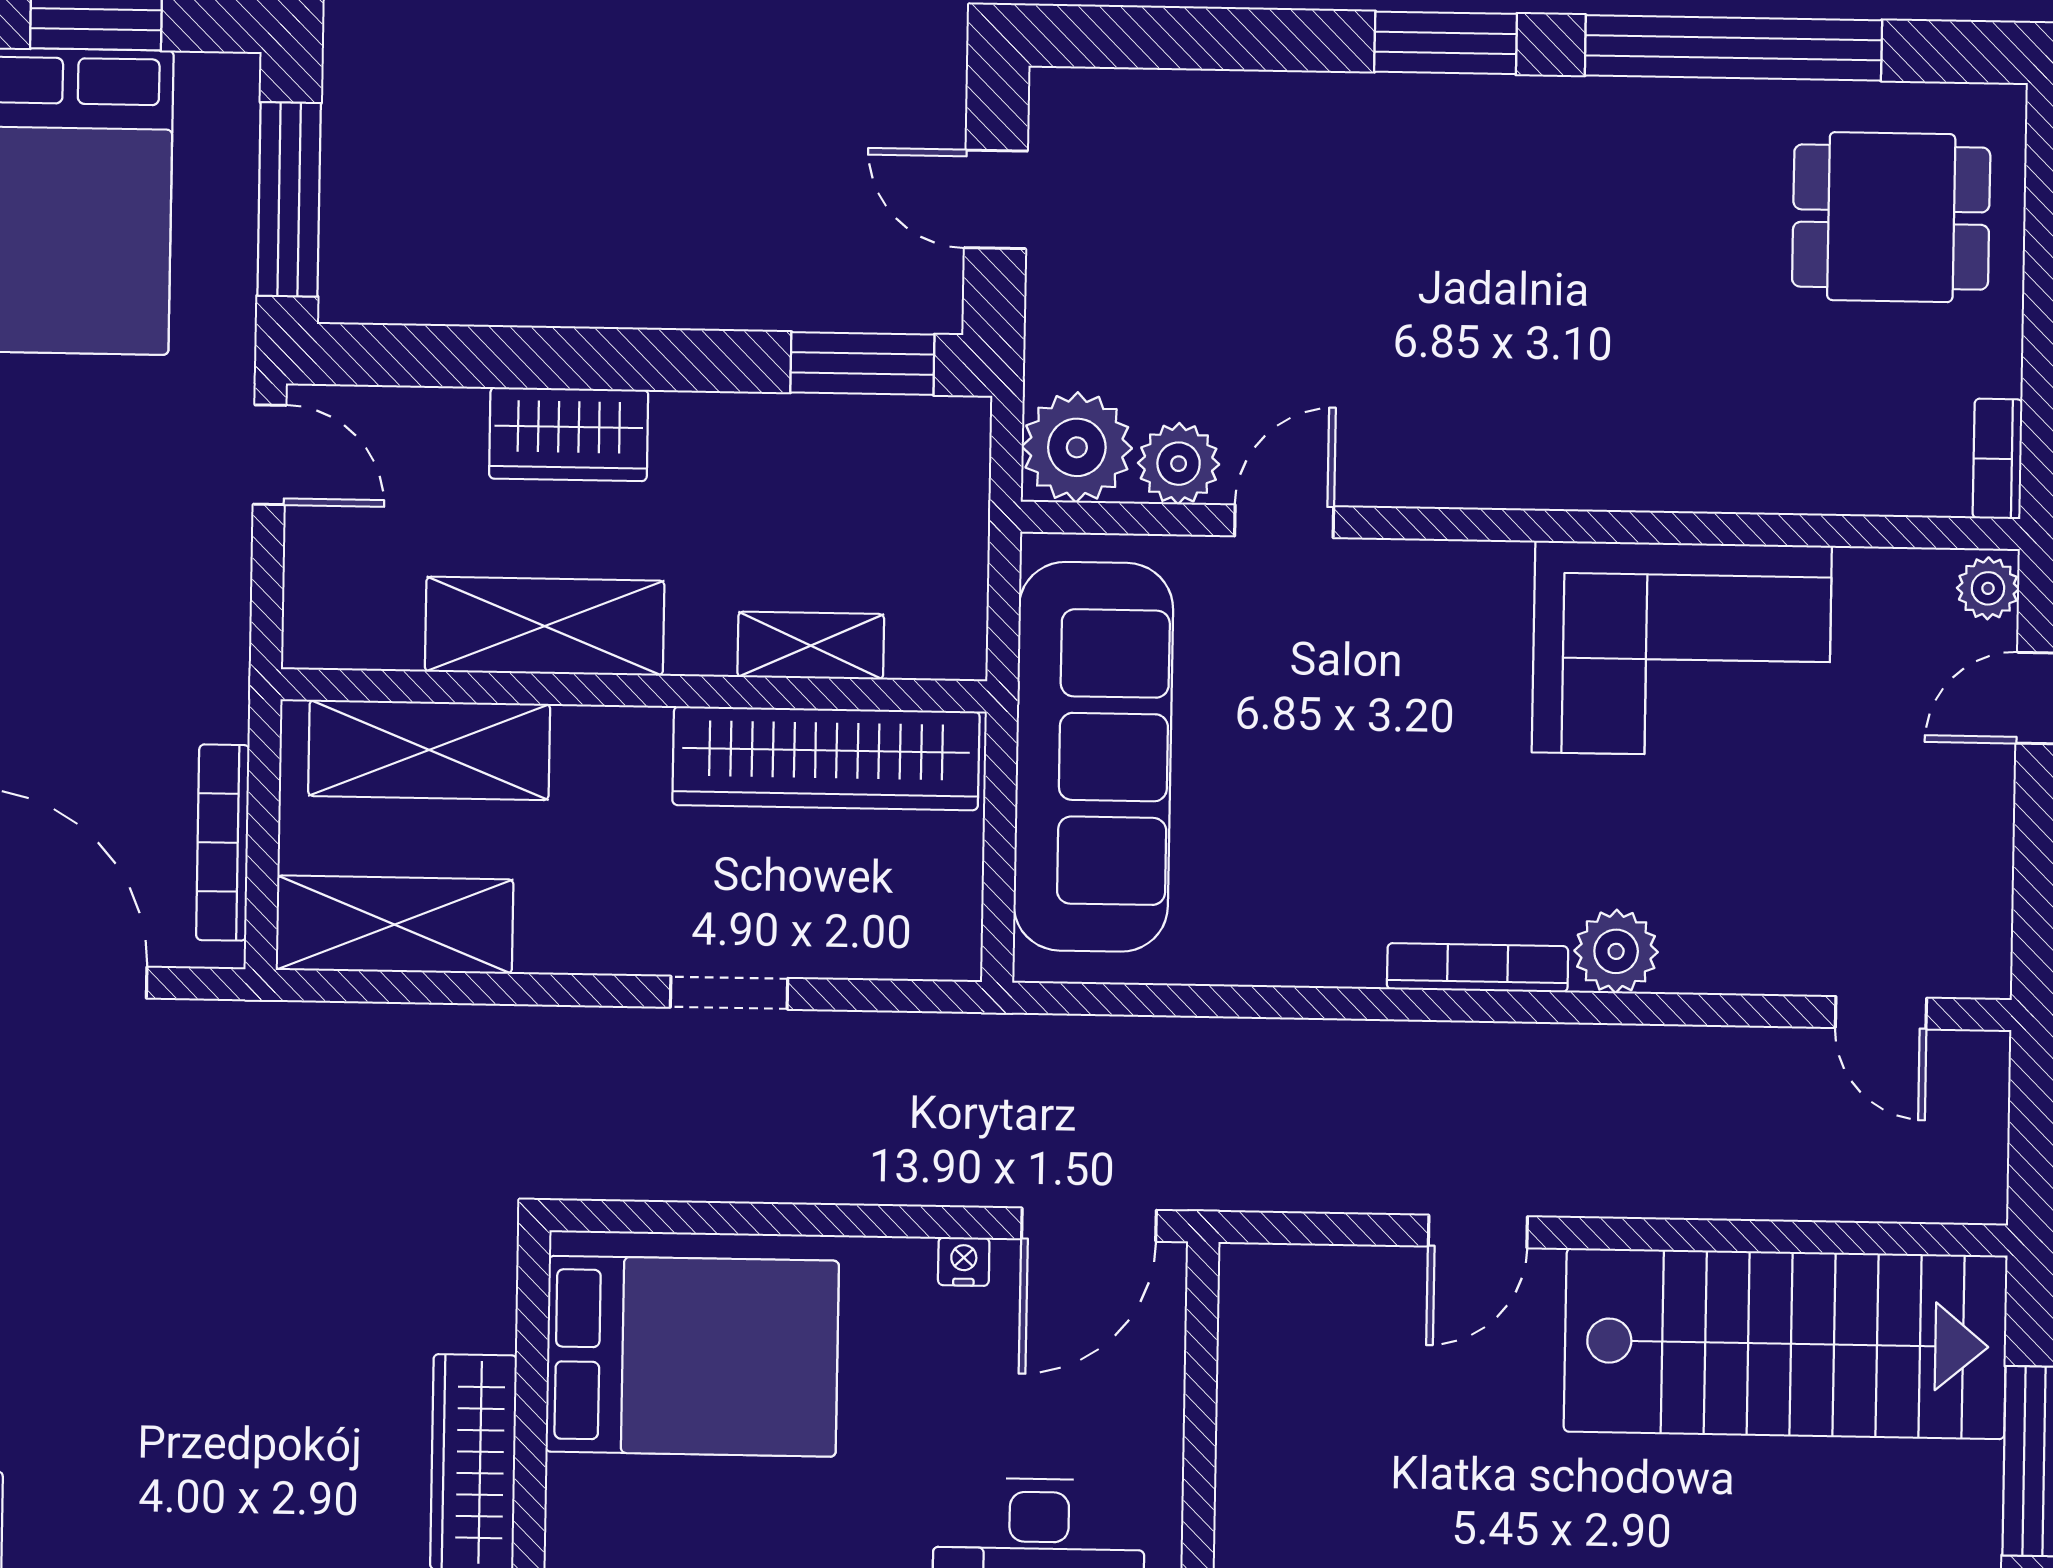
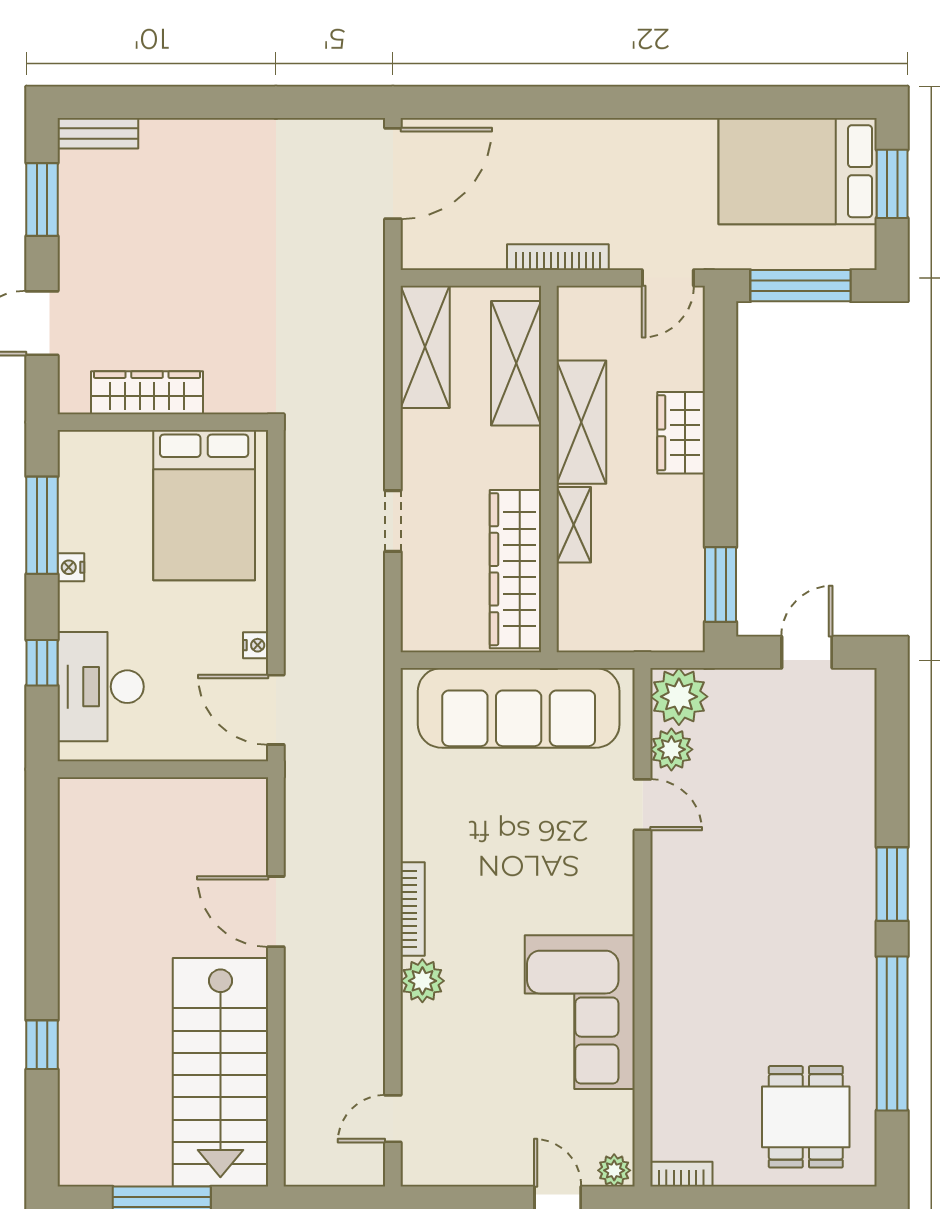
shelving: (811, 646) -> (574, 525), moved
bookcase: (223, 843) -> (558, 257), moved
door: (1478, 1231) -> (276, 912), width x1.38

